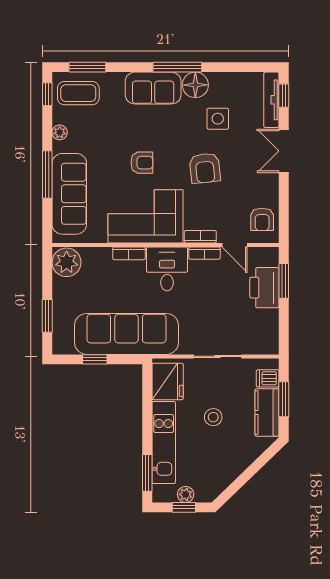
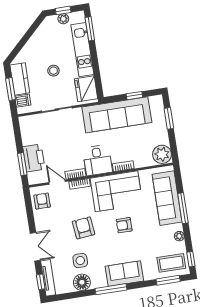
floor lamp: (195, 85) -> (82, 282), moved

